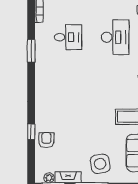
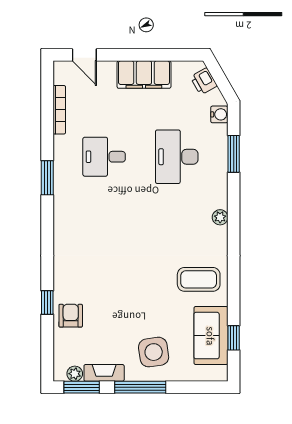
desk: (68, 37) -> (104, 157), turned 180
desk: (115, 37) -> (177, 157), turned 180

